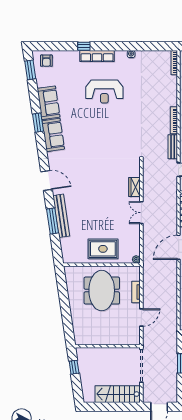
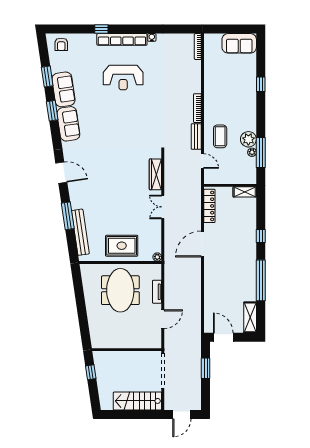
row of seats: (97, 56) -> (122, 39), width x1.36
window: (30, 70) -> (47, 77), moved
wardrobe: (135, 187) -> (155, 174), width x1.50
bench: (61, 216) -> (80, 232), moved

